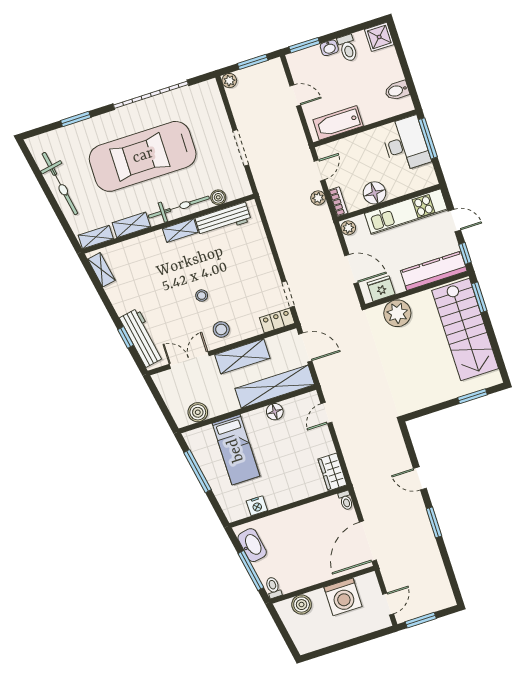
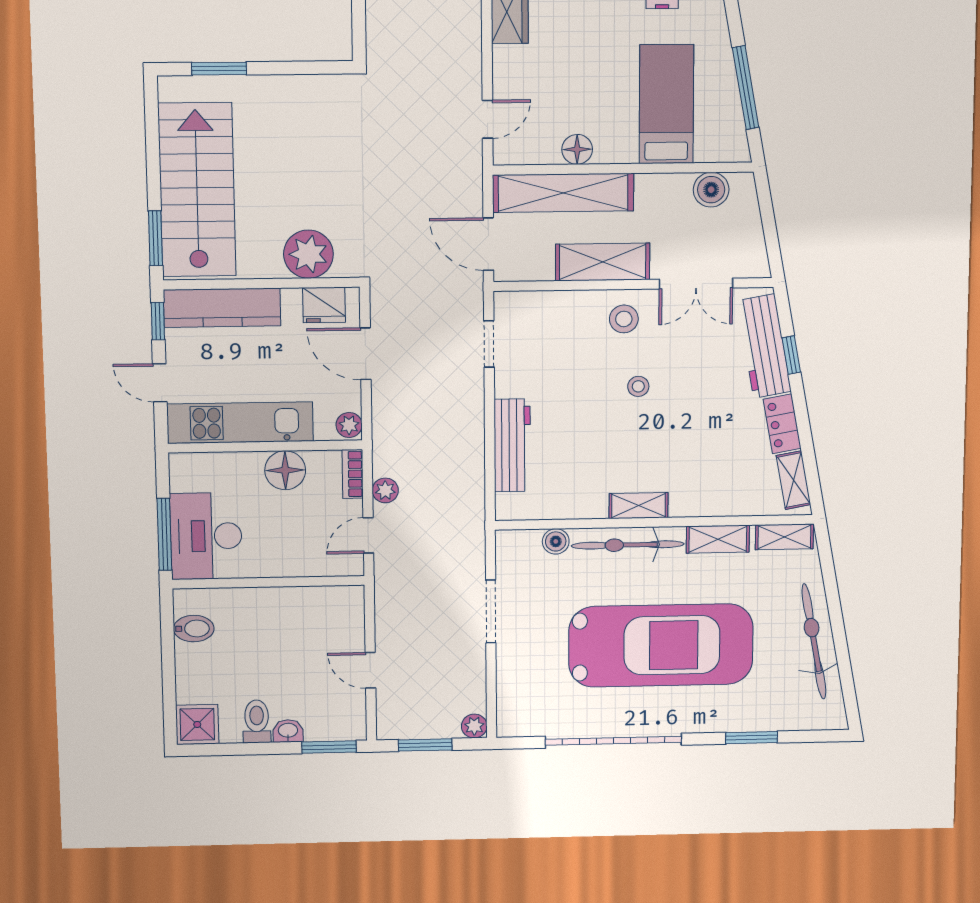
bathtub: (338, 123) -> (312, 604), removed
workbench: (223, 219) -> (512, 445), moved, turned 90
locker: (277, 321) -> (782, 424), moved, turned 80

